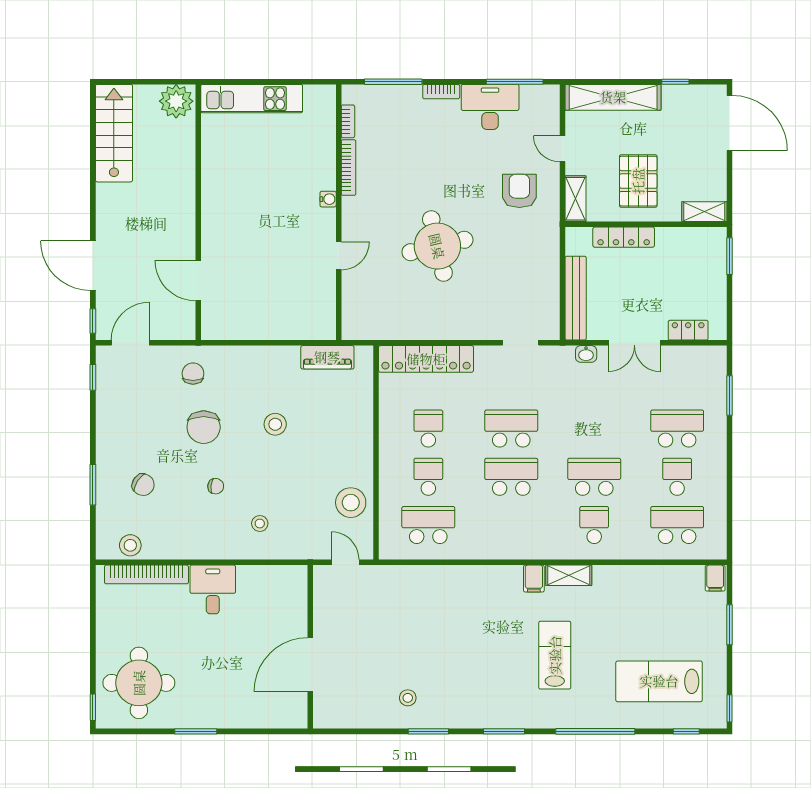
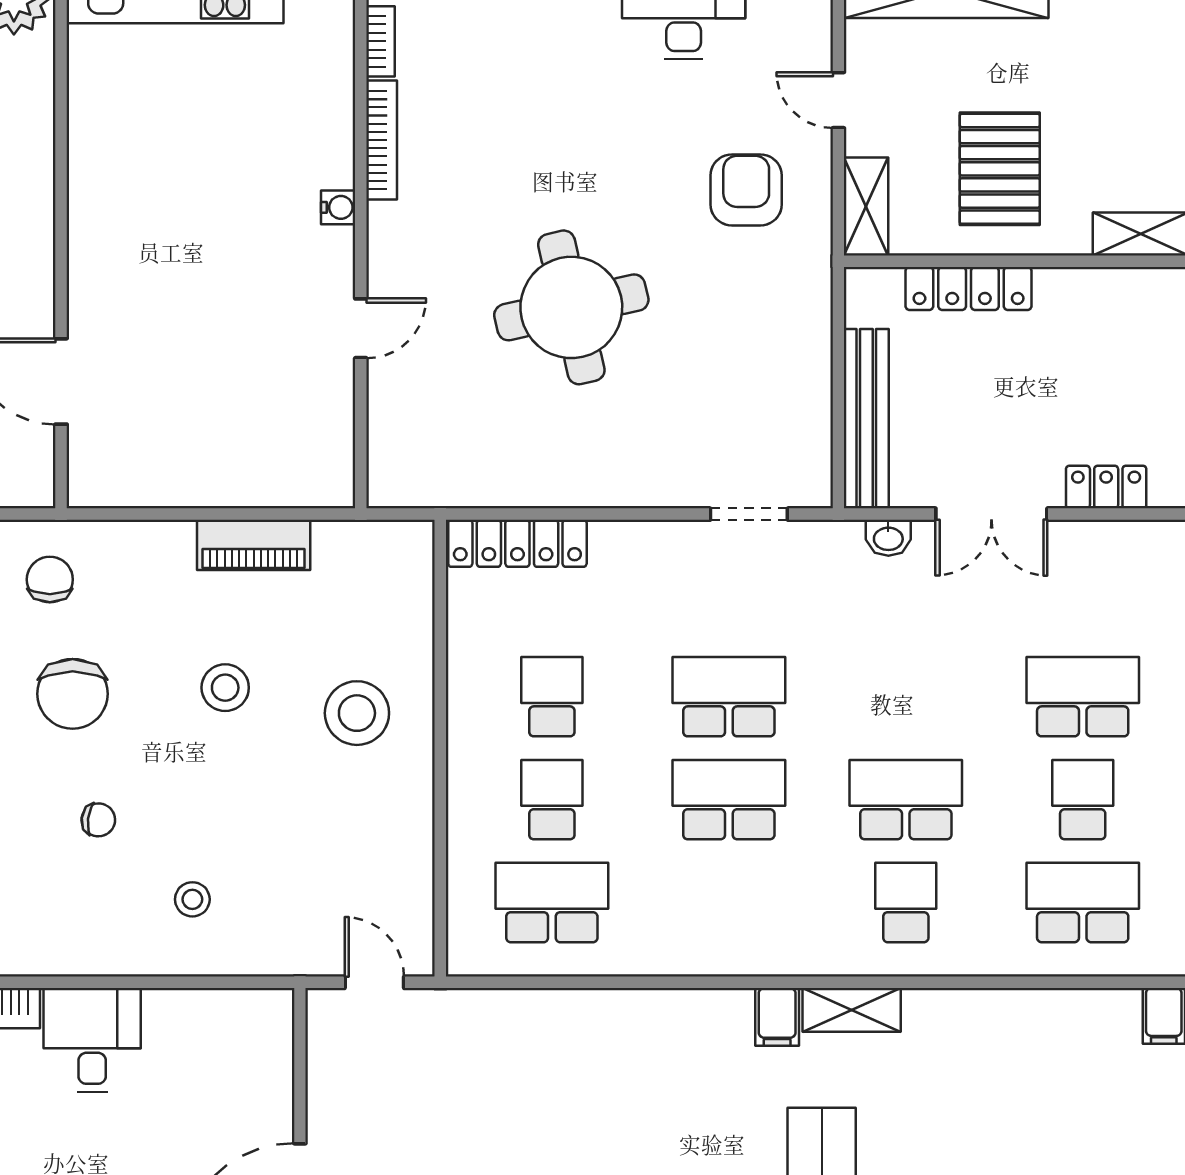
piano: (327, 357) -> (254, 545), moved
locker: (426, 359) -> (517, 543), width x0.71, depth x0.83
stool: (351, 503) -> (357, 713), moved

